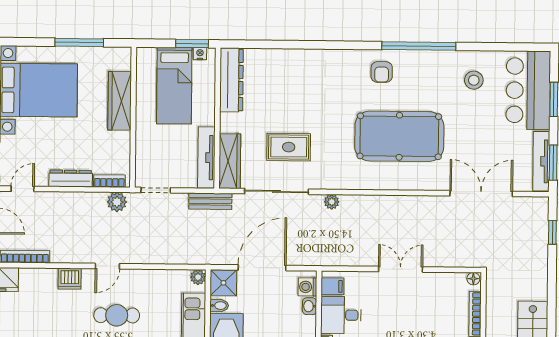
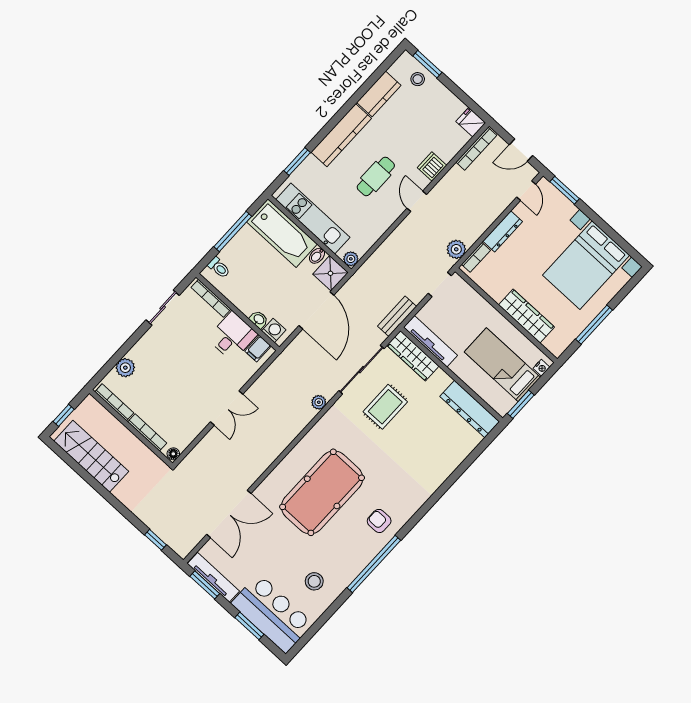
nightstand: (200, 54) -> (541, 368), moved

